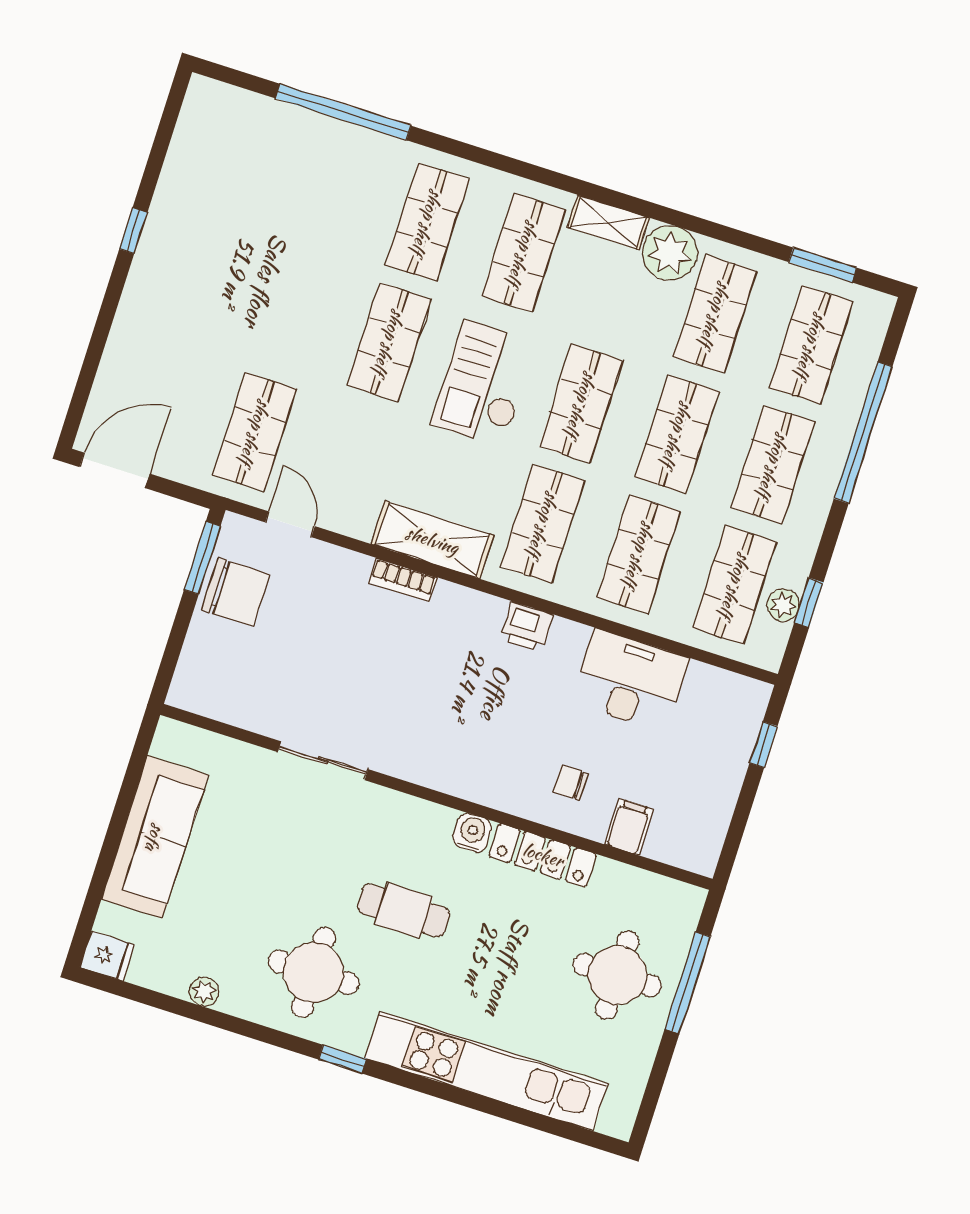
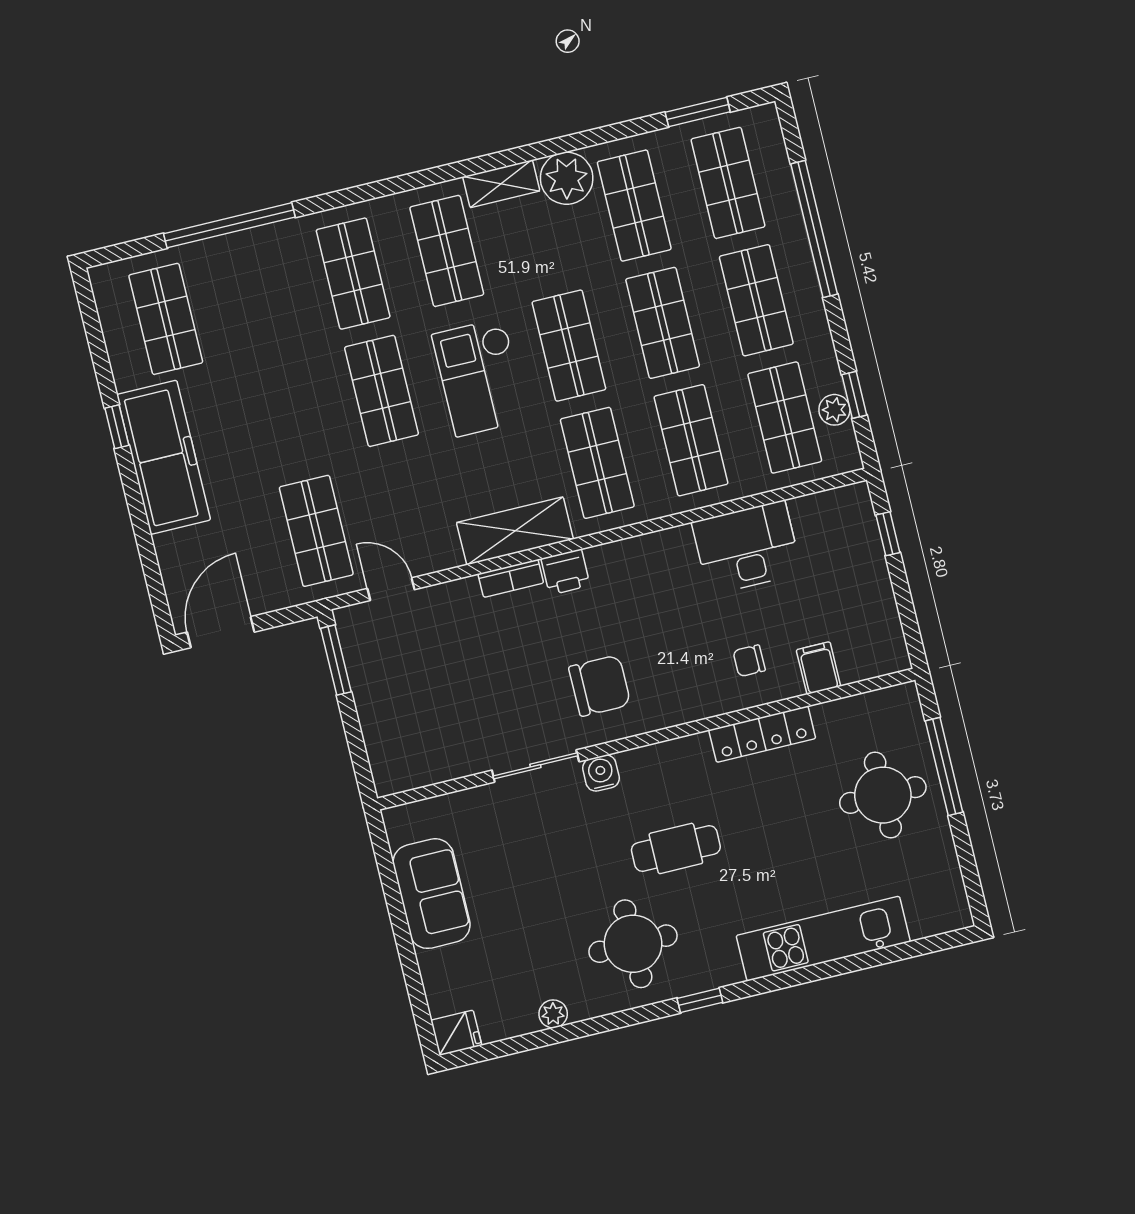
shop shelf: (236, 161) -> (166, 319), added
freezer: (159, 283) -> (164, 457), added
chair: (235, 592) -> (600, 686), moved
printer: (527, 627) -> (565, 572), moved
water cooler: (472, 833) -> (601, 773), moved
sofa: (155, 837) -> (431, 894), width x0.73
kitchen unit: (486, 1071) -> (823, 939), width x0.73

